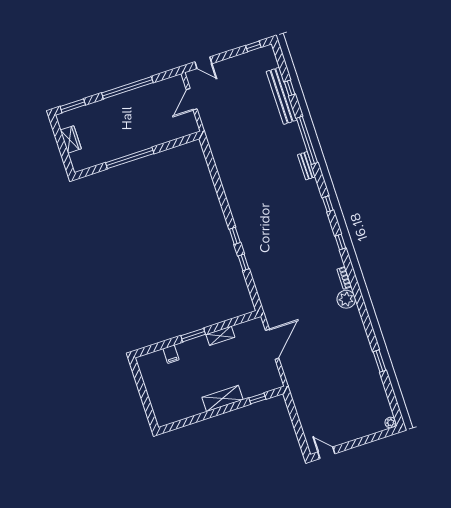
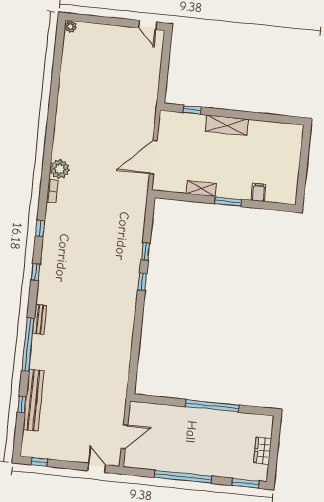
window: (379, 361) -> (54, 93), removed

